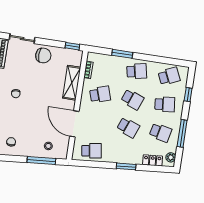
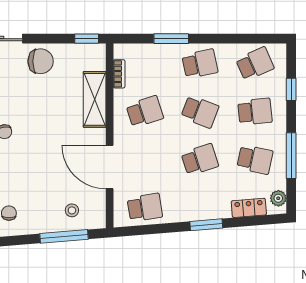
school desk: (128, 128) -> (200, 160), turned -39

